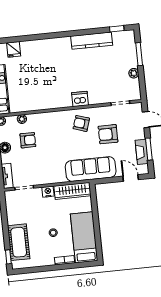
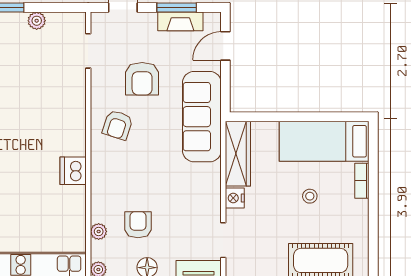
dishwasher: (80, 99) -> (73, 171), moved

